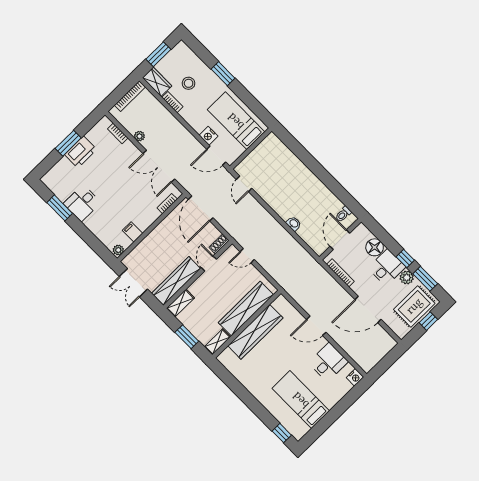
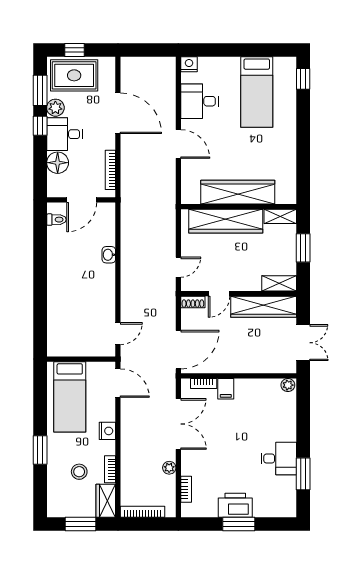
nightstand: (209, 136) -> (107, 431), moved
filing cabinet: (132, 232) -> (226, 389), moved
door: (247, 256) -> (178, 267), hinge flipped

